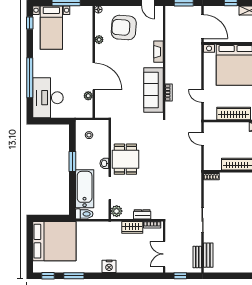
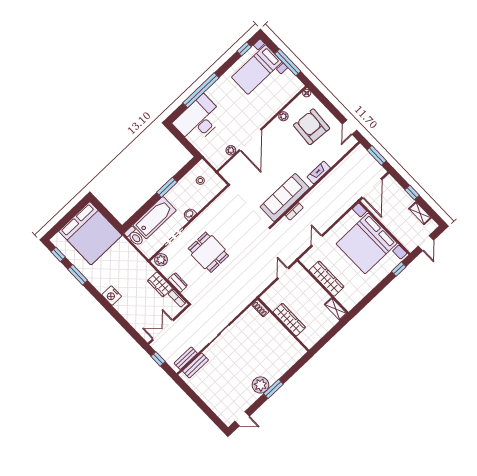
dining table: (125, 159) -> (208, 252), moved, turned 90

